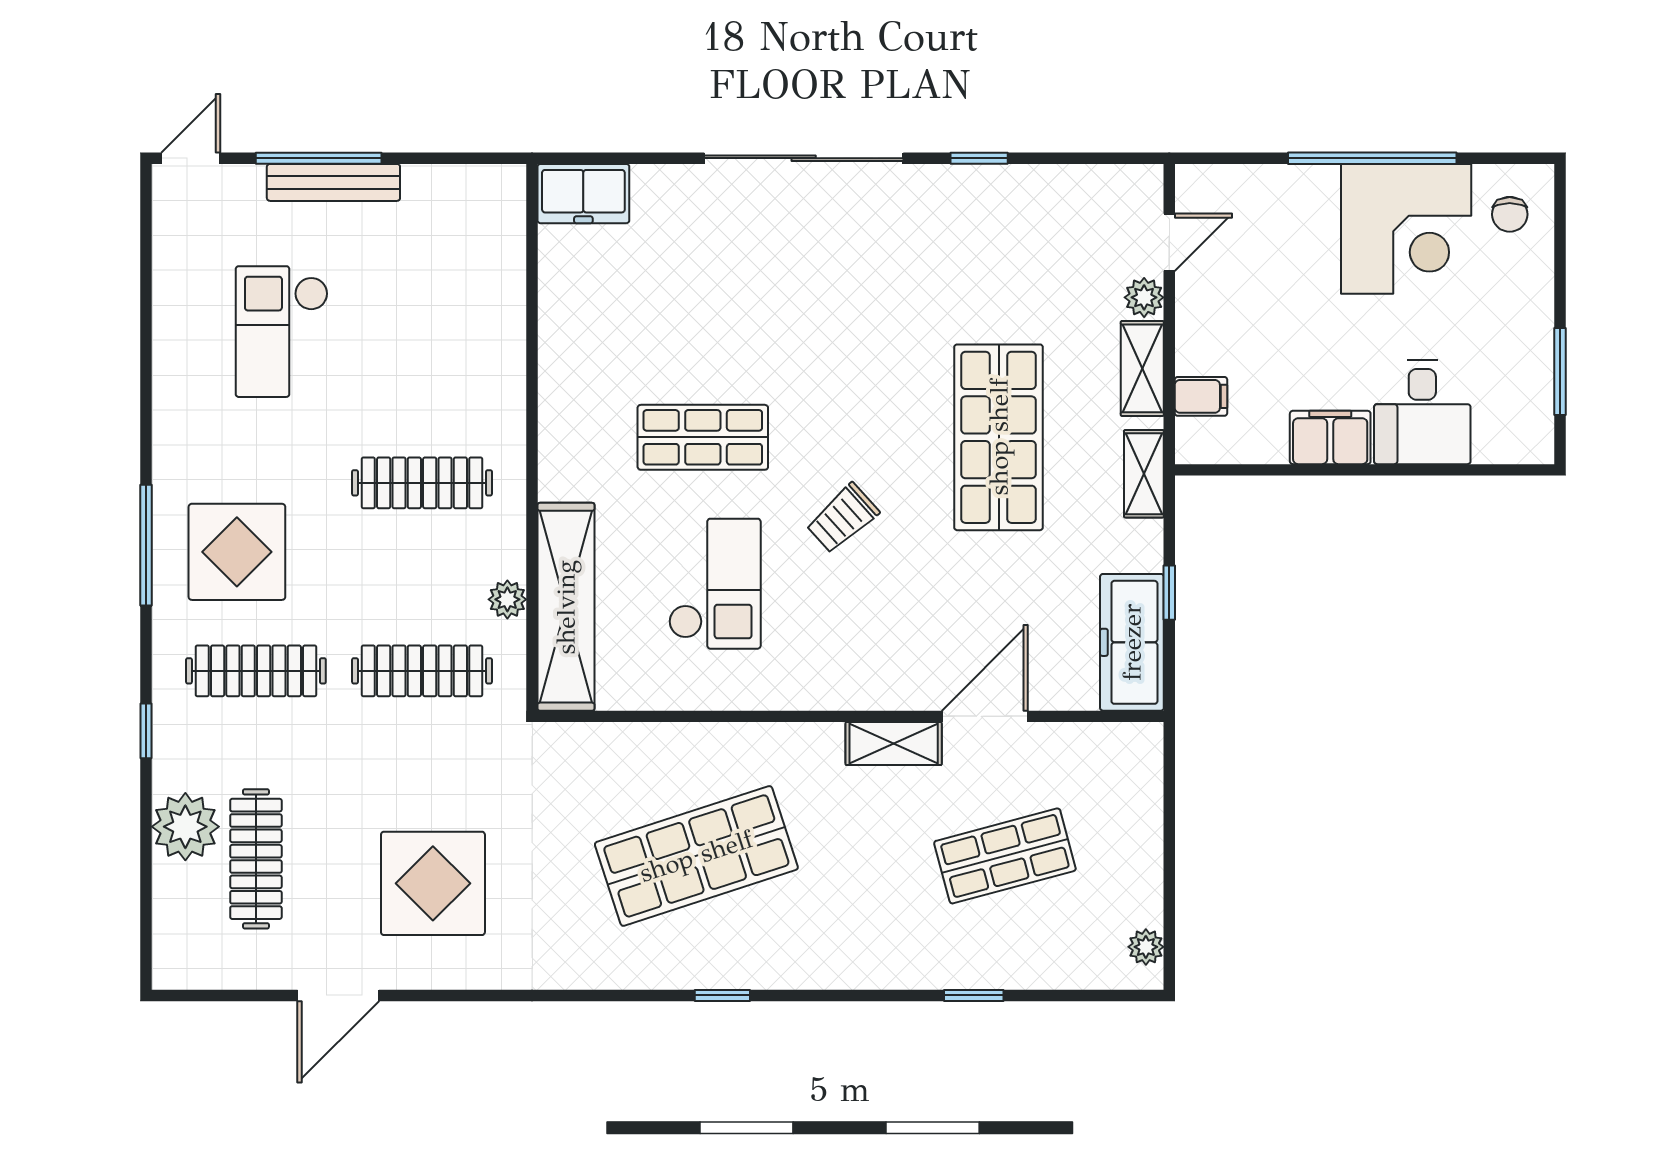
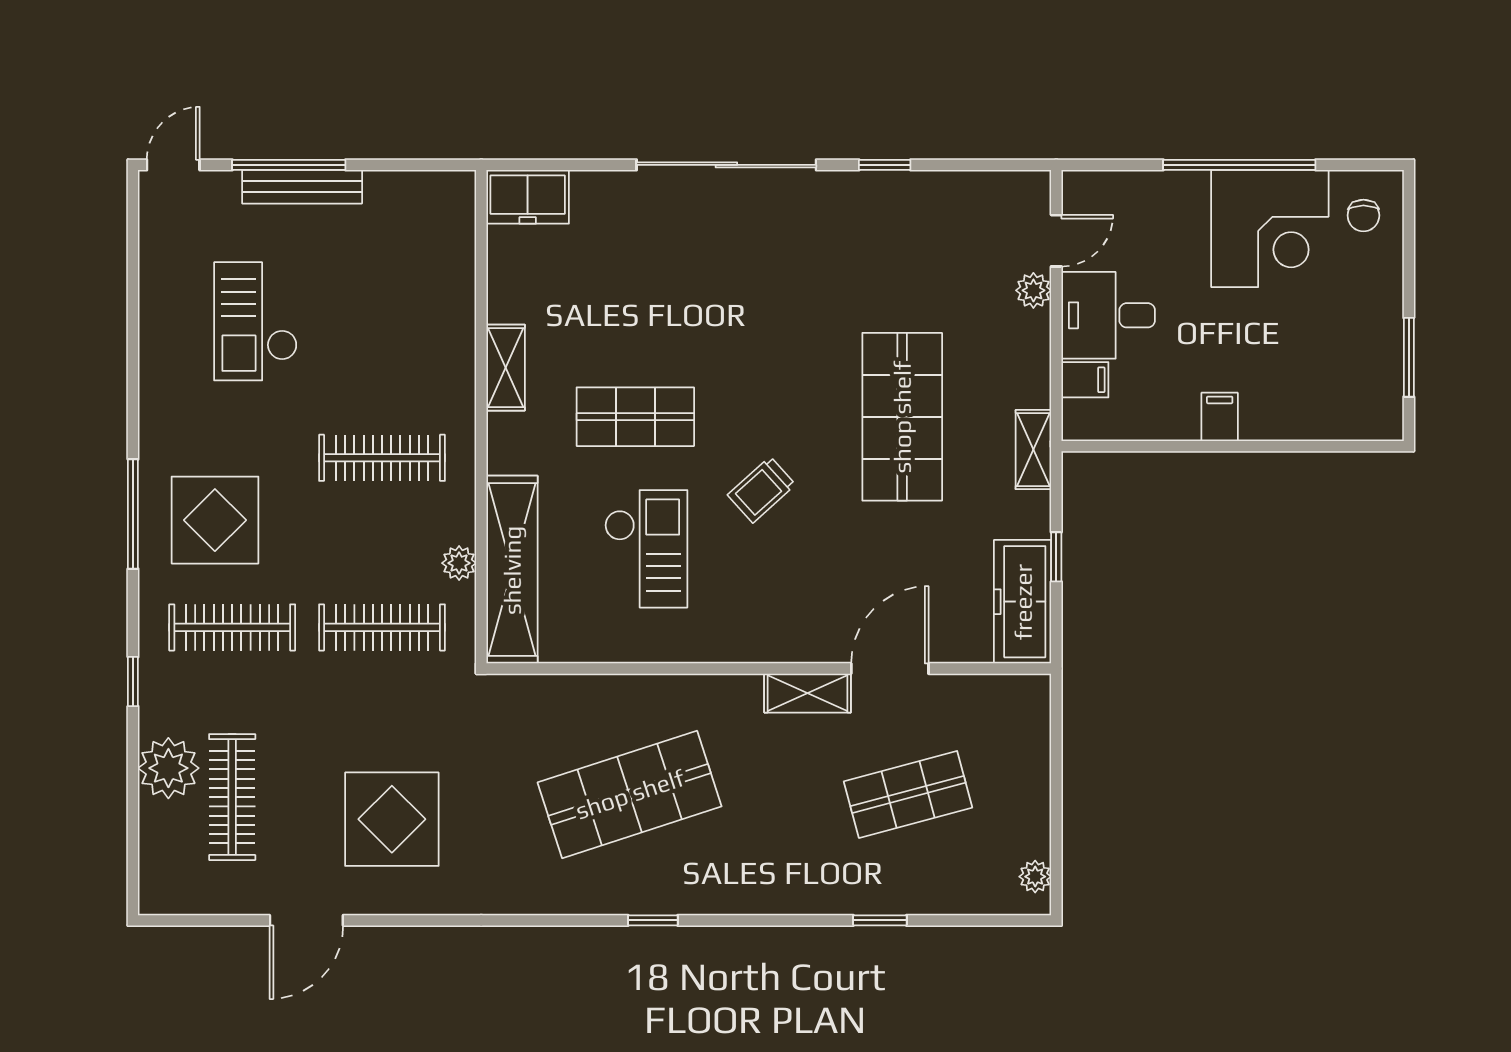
shelving: (1142, 368) -> (506, 368), moved
desk: (1422, 412) -> (1108, 315), moved, turned 90
filing cabinet: (1330, 437) -> (1220, 417), width x0.50

